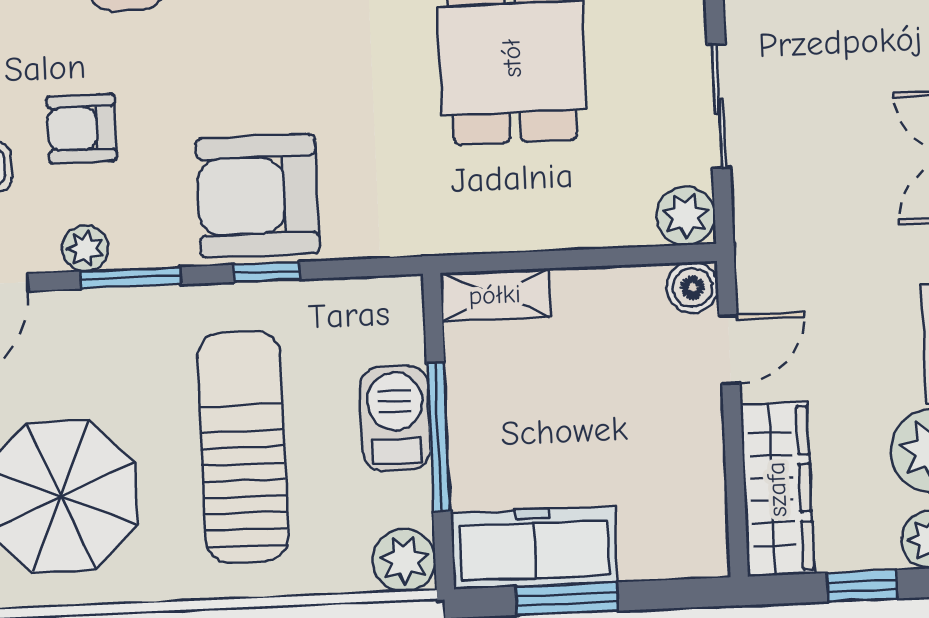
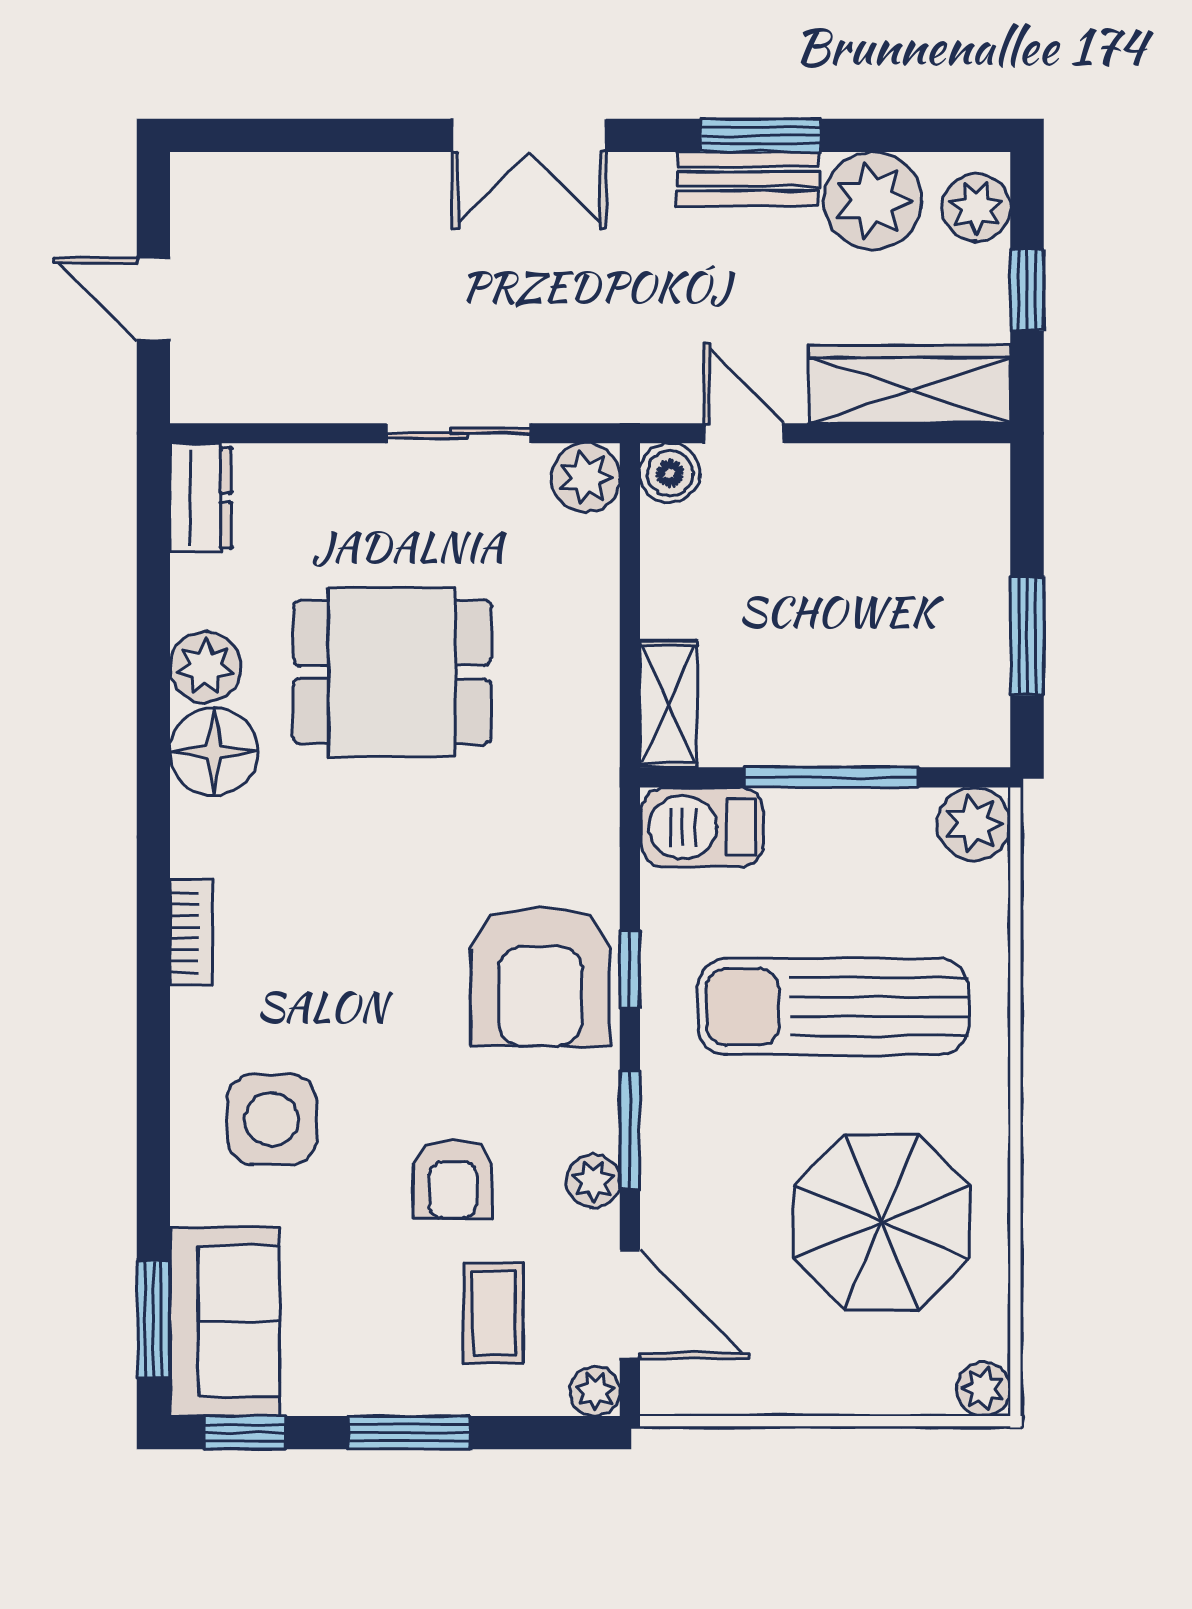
barbecue: (395, 418) -> (702, 827), moved
freezer: (534, 548) -> (966, 671), removed

